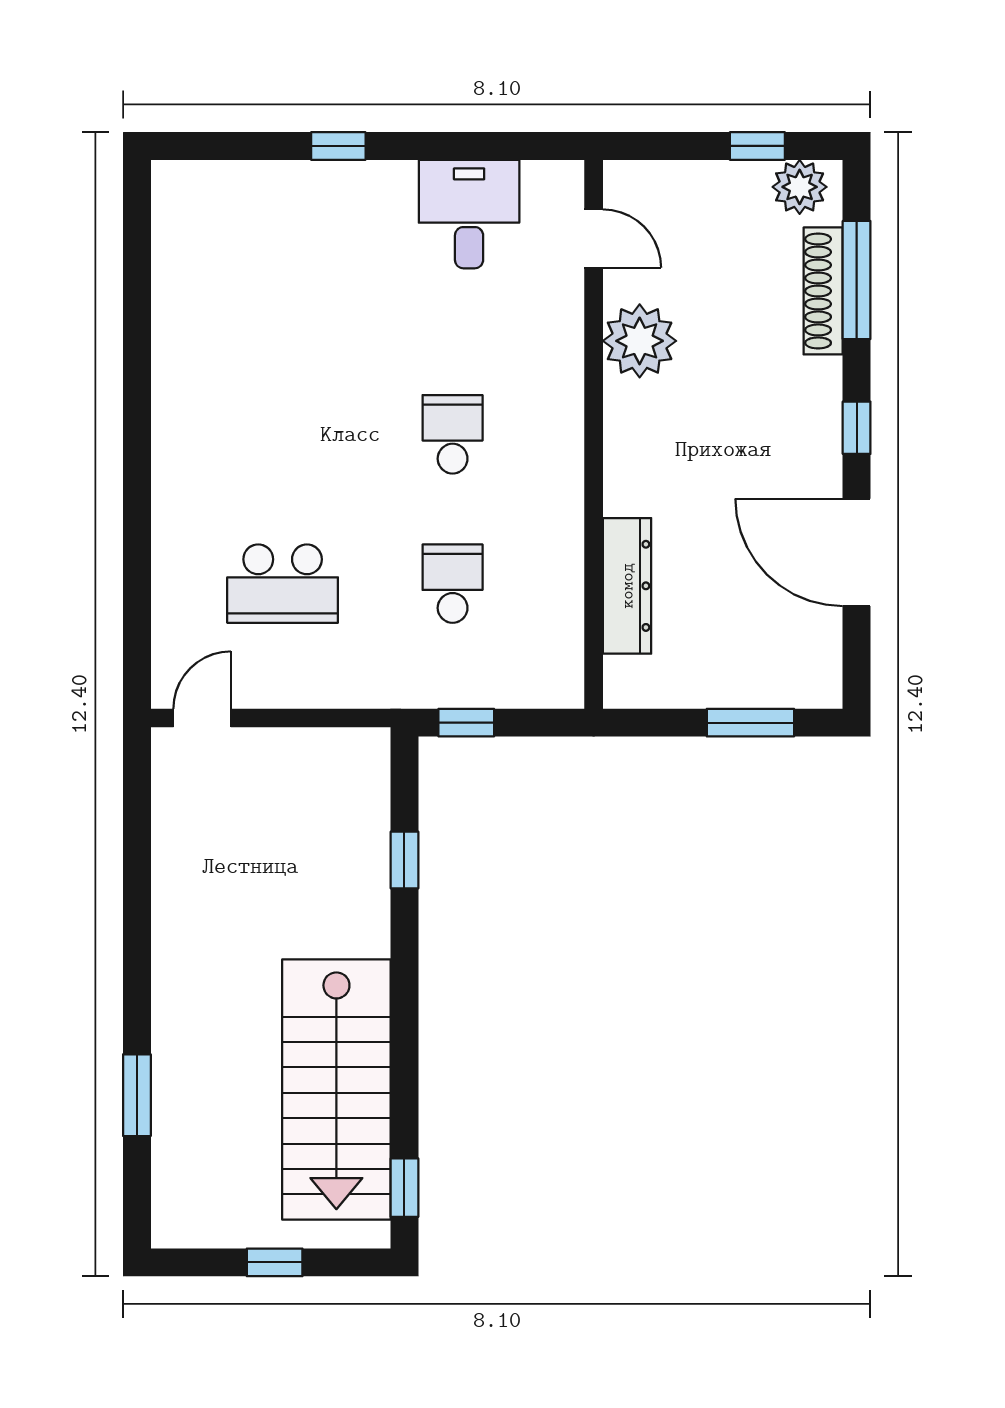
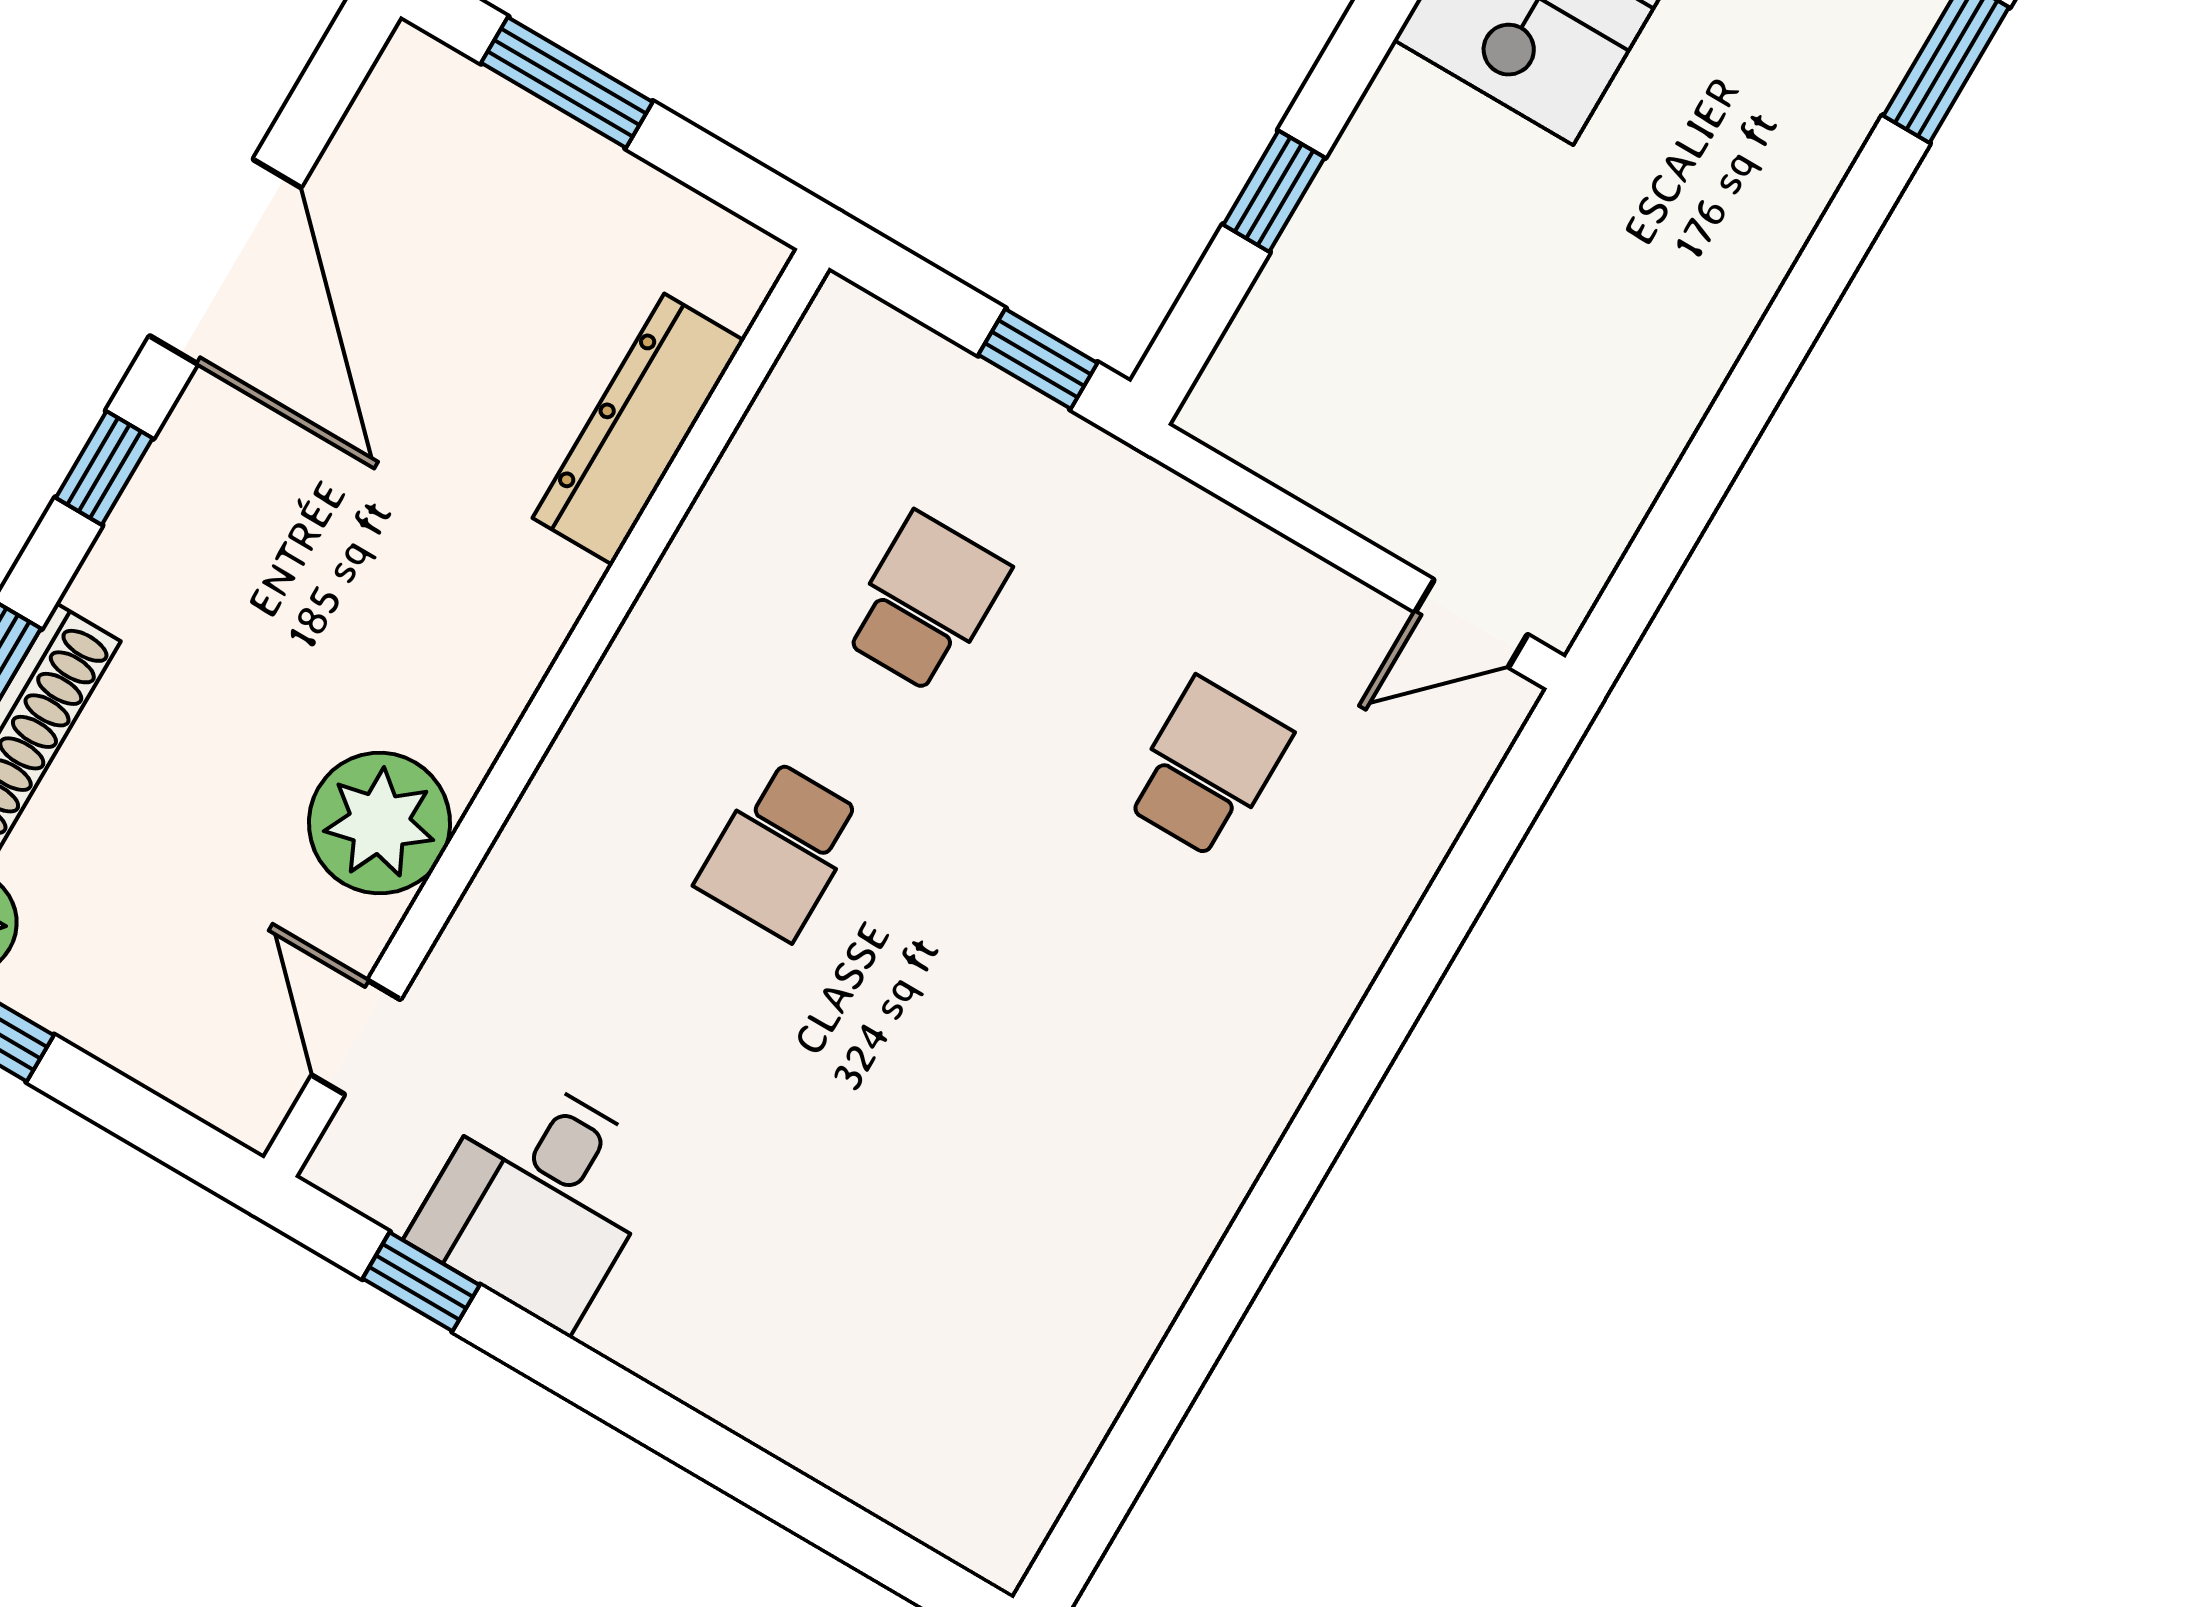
window: (338, 146) -> (421, 1282), moved
school desk: (283, 584) -> (1207, 768), width x0.54
school desk: (453, 584) -> (925, 603), turned 180

